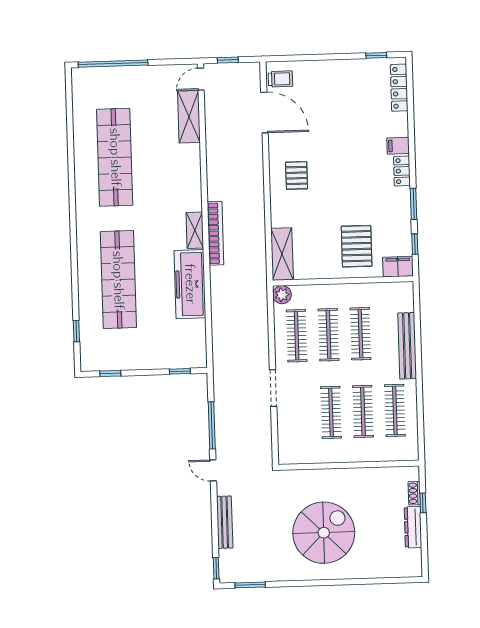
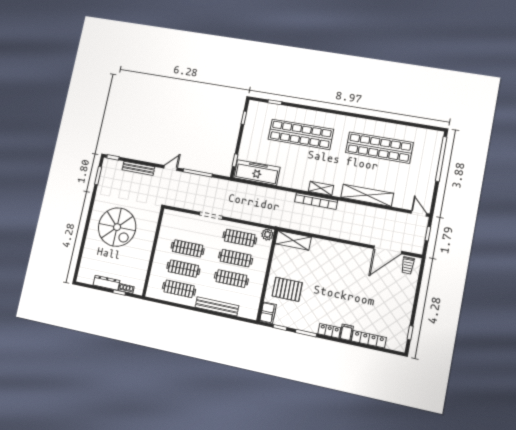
locker: (399, 88) -> (369, 339), moved
shelving: (189, 117) -> (367, 195), moved, width x1.47
pallet: (297, 175) -> (342, 261), removed
freezer: (190, 284) -> (257, 173), moved

